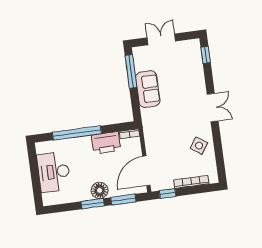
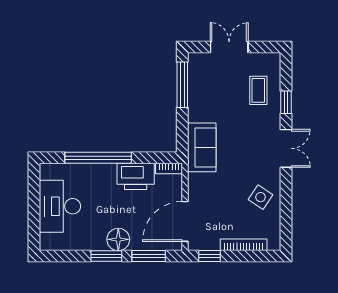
window: (206, 55) -> (286, 102), moved
coffee table: (187, 68) -> (258, 90), added
sofa: (148, 89) -> (202, 147), moved

